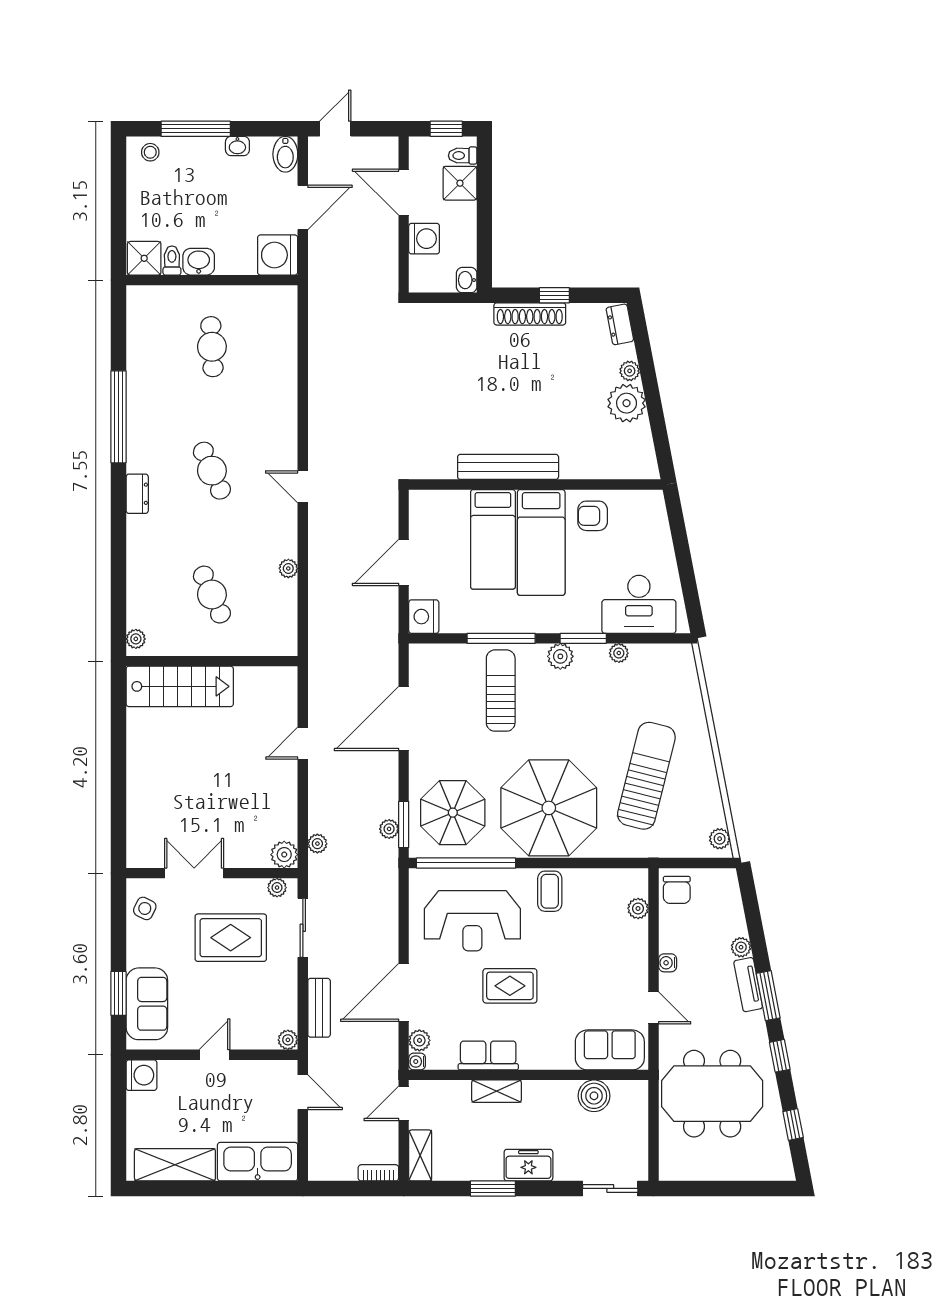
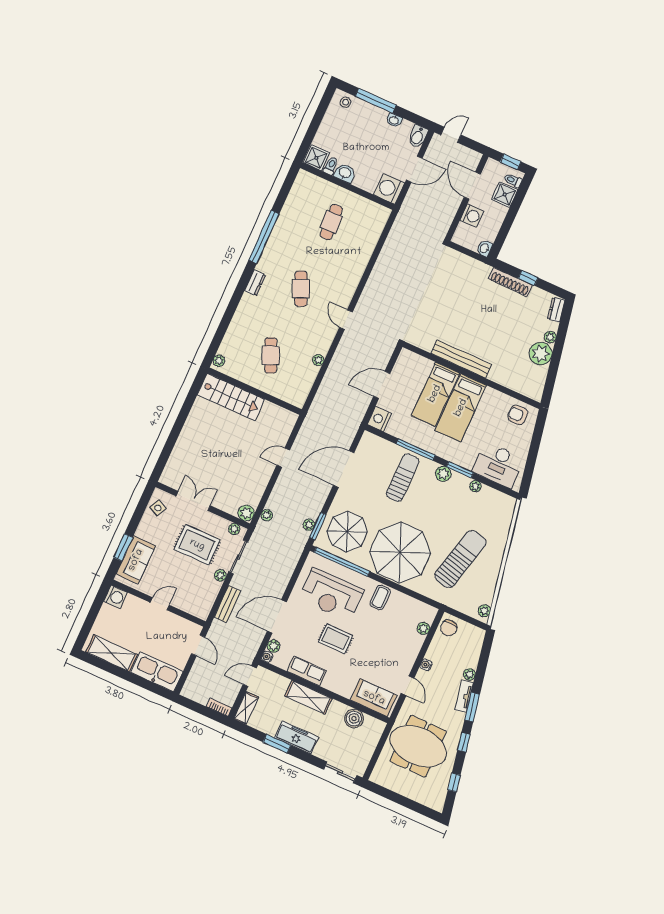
armchair: (593, 516) -> (518, 415), moved
plant: (288, 1040) -> (220, 575), moved
shelving: (497, 1091) -> (308, 697), width x1.50, depth x1.33
freezer: (528, 1165) -> (297, 737), width x1.40

